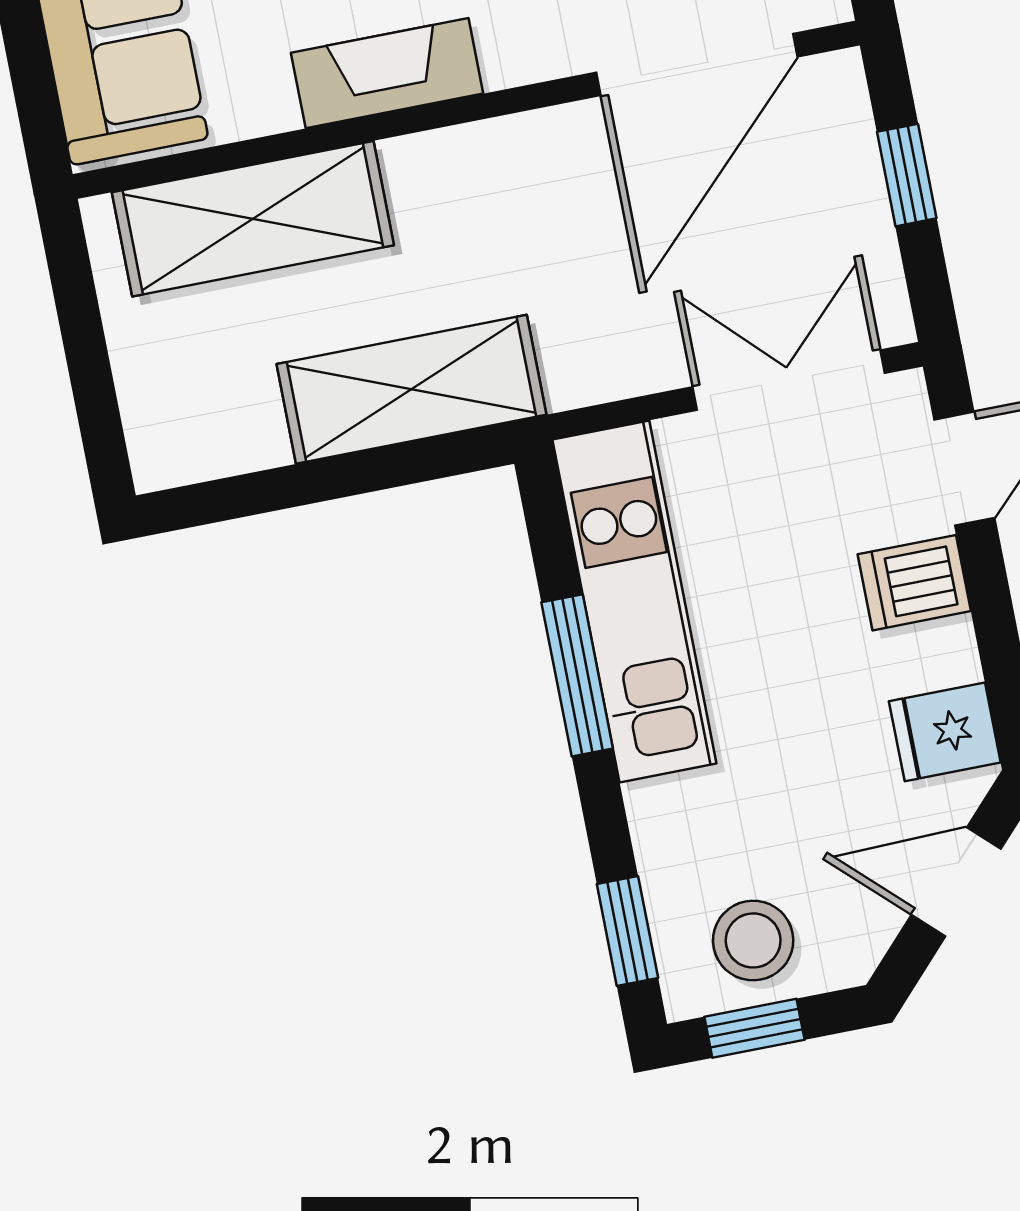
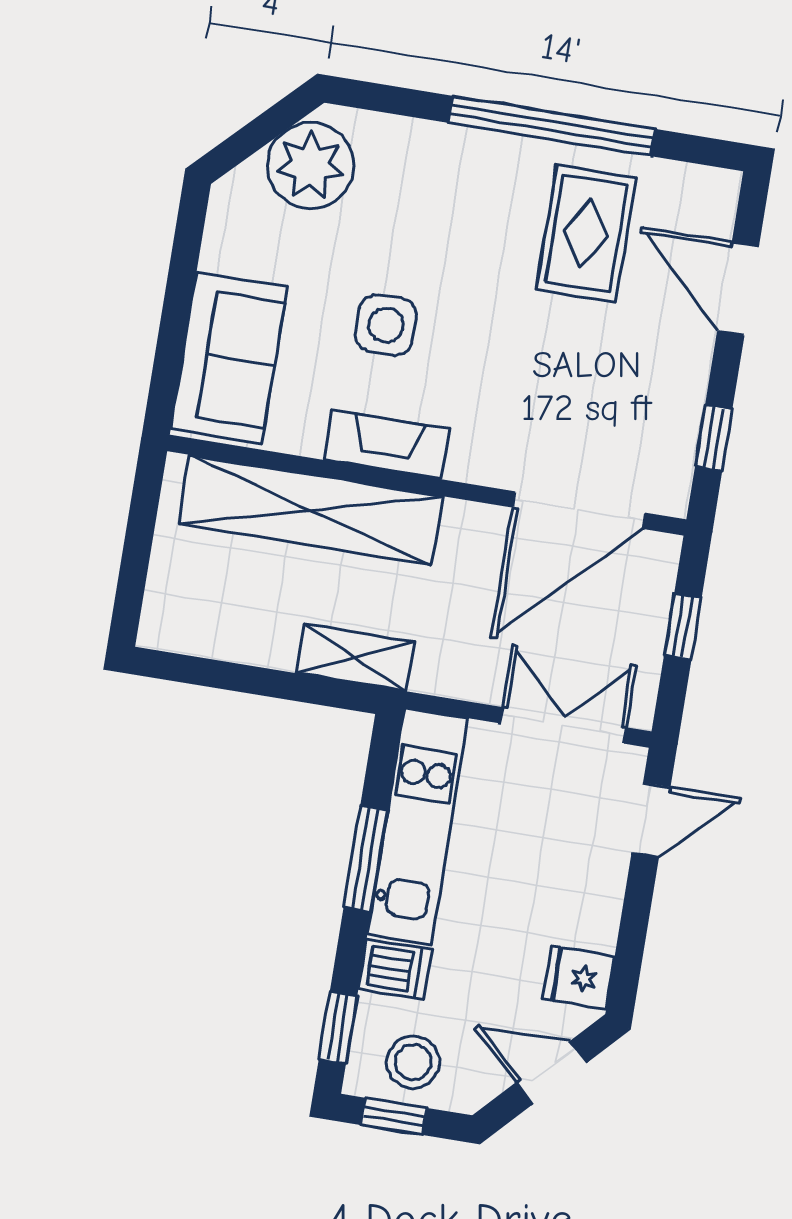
shelving: (253, 219) -> (311, 510), width x1.47
shelving: (411, 389) -> (355, 657), width x0.67, depth x0.75
dishwasher: (914, 583) -> (395, 969), moved, turned 180

